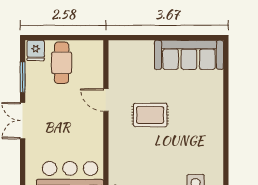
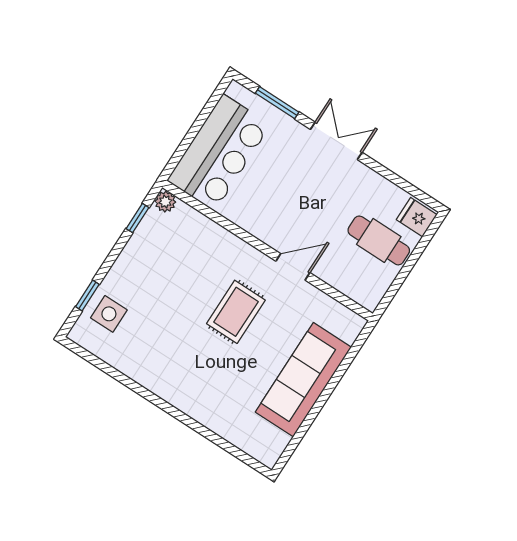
sofa: (189, 55) -> (303, 380), moved
window: (23, 77) -> (277, 103), moved

